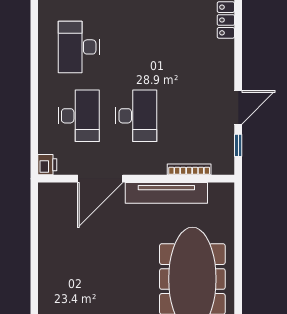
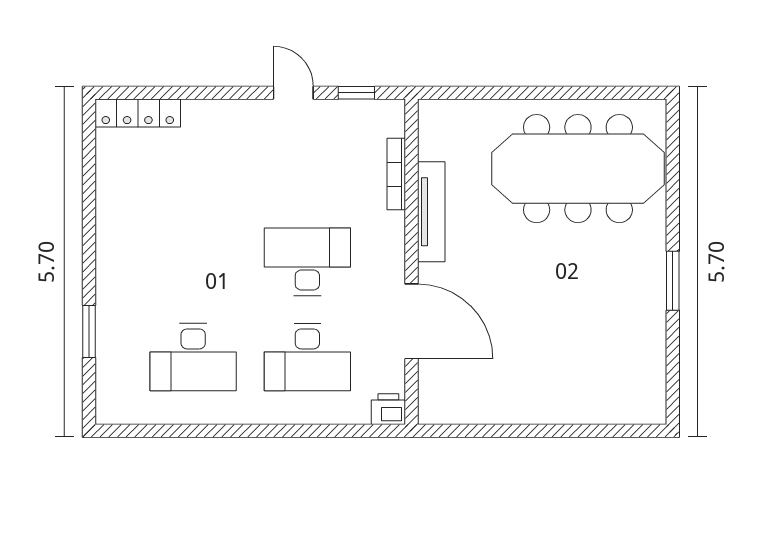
door: (238, 107) -> (293, 93), width x0.73
desk: (79, 116) -> (307, 357), turned 180
tv unit: (166, 193) -> (431, 212), width x0.73, depth x0.78

